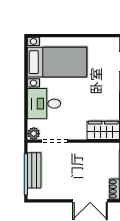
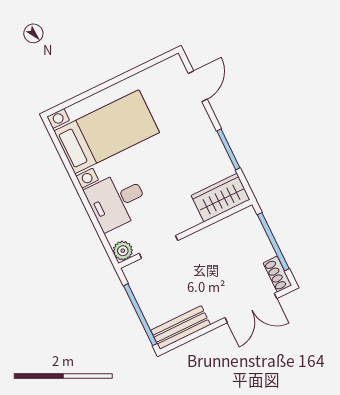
bench: (34, 170) -> (181, 327), moved, turned 90

